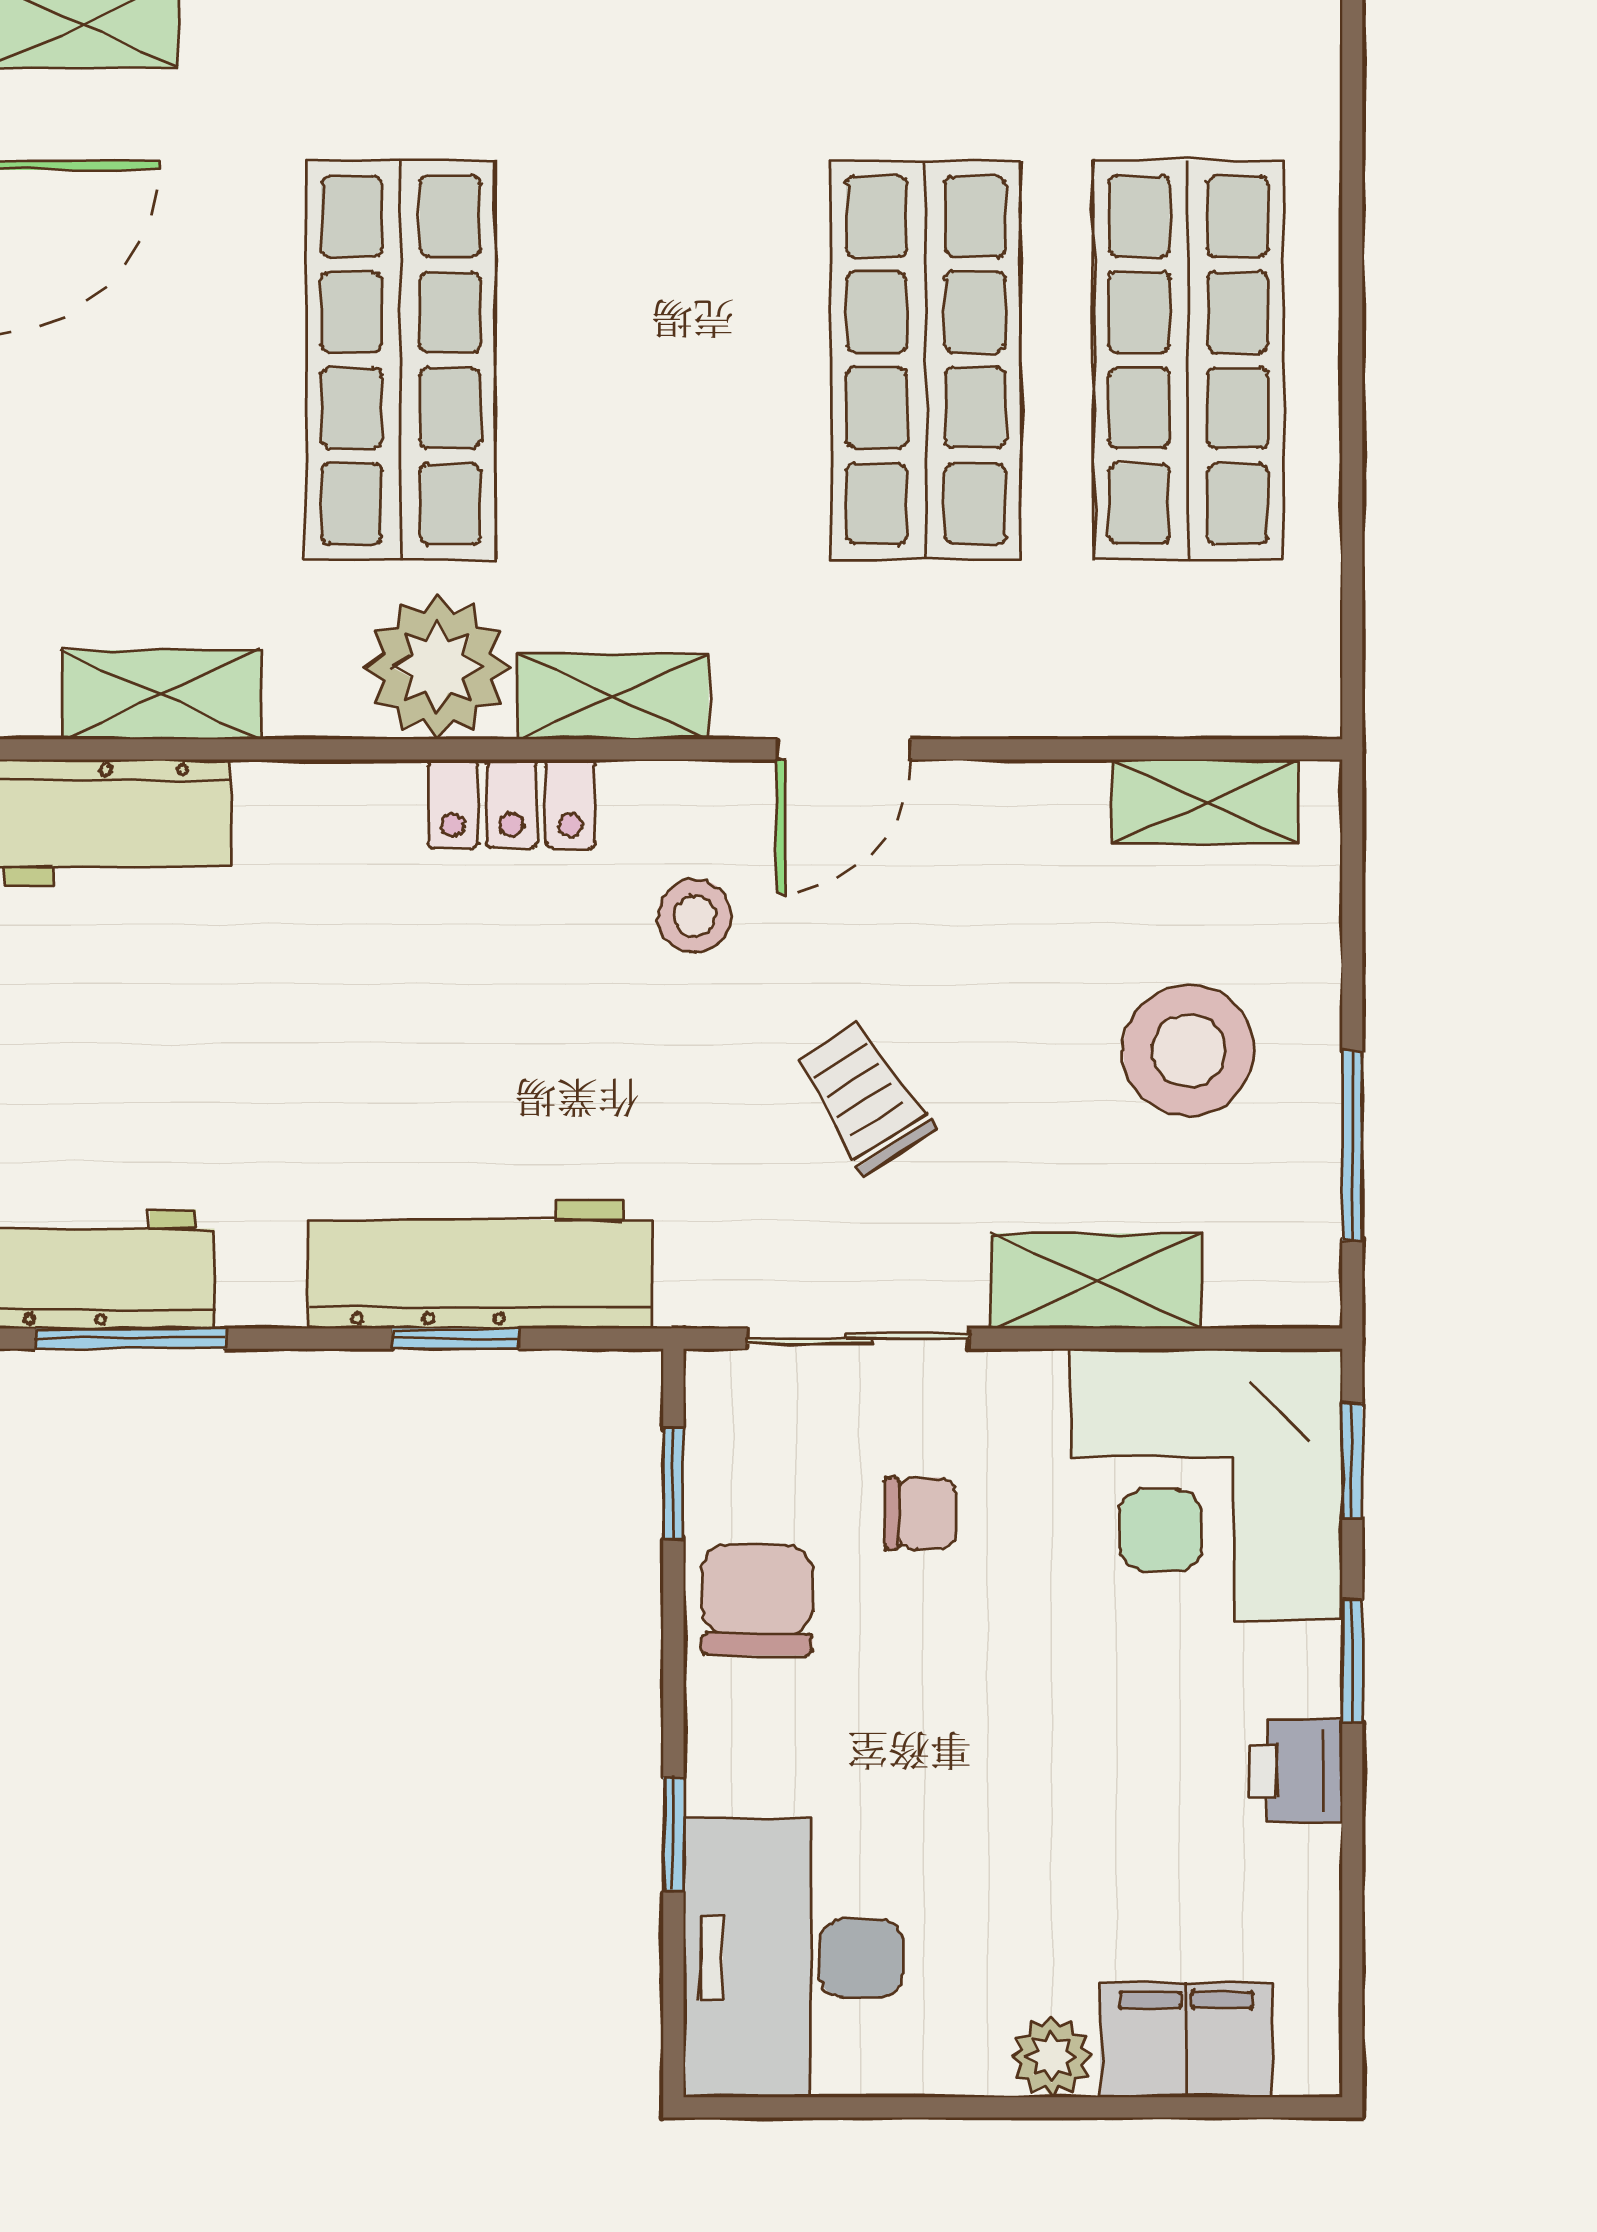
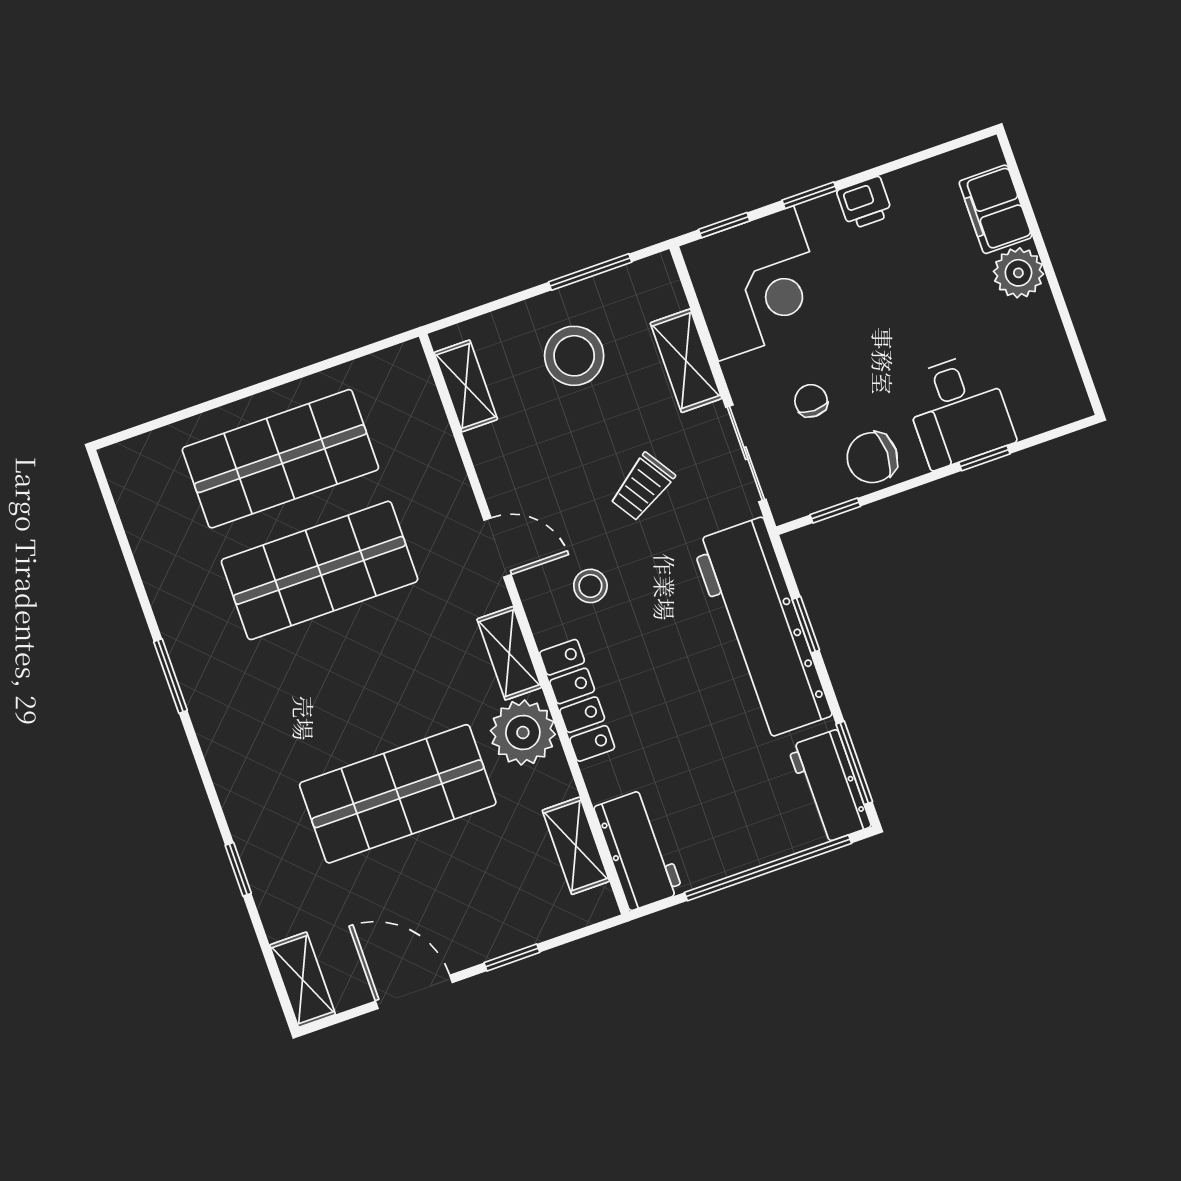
locker: (512, 804) -> (577, 700), width x1.53
workbench: (480, 1264) -> (762, 629), width x1.36, depth x1.32
desk: (793, 1958) -> (958, 410), moved, width x0.73
plant: (1052, 2057) -> (1018, 273), width x1.38, depth x1.38

